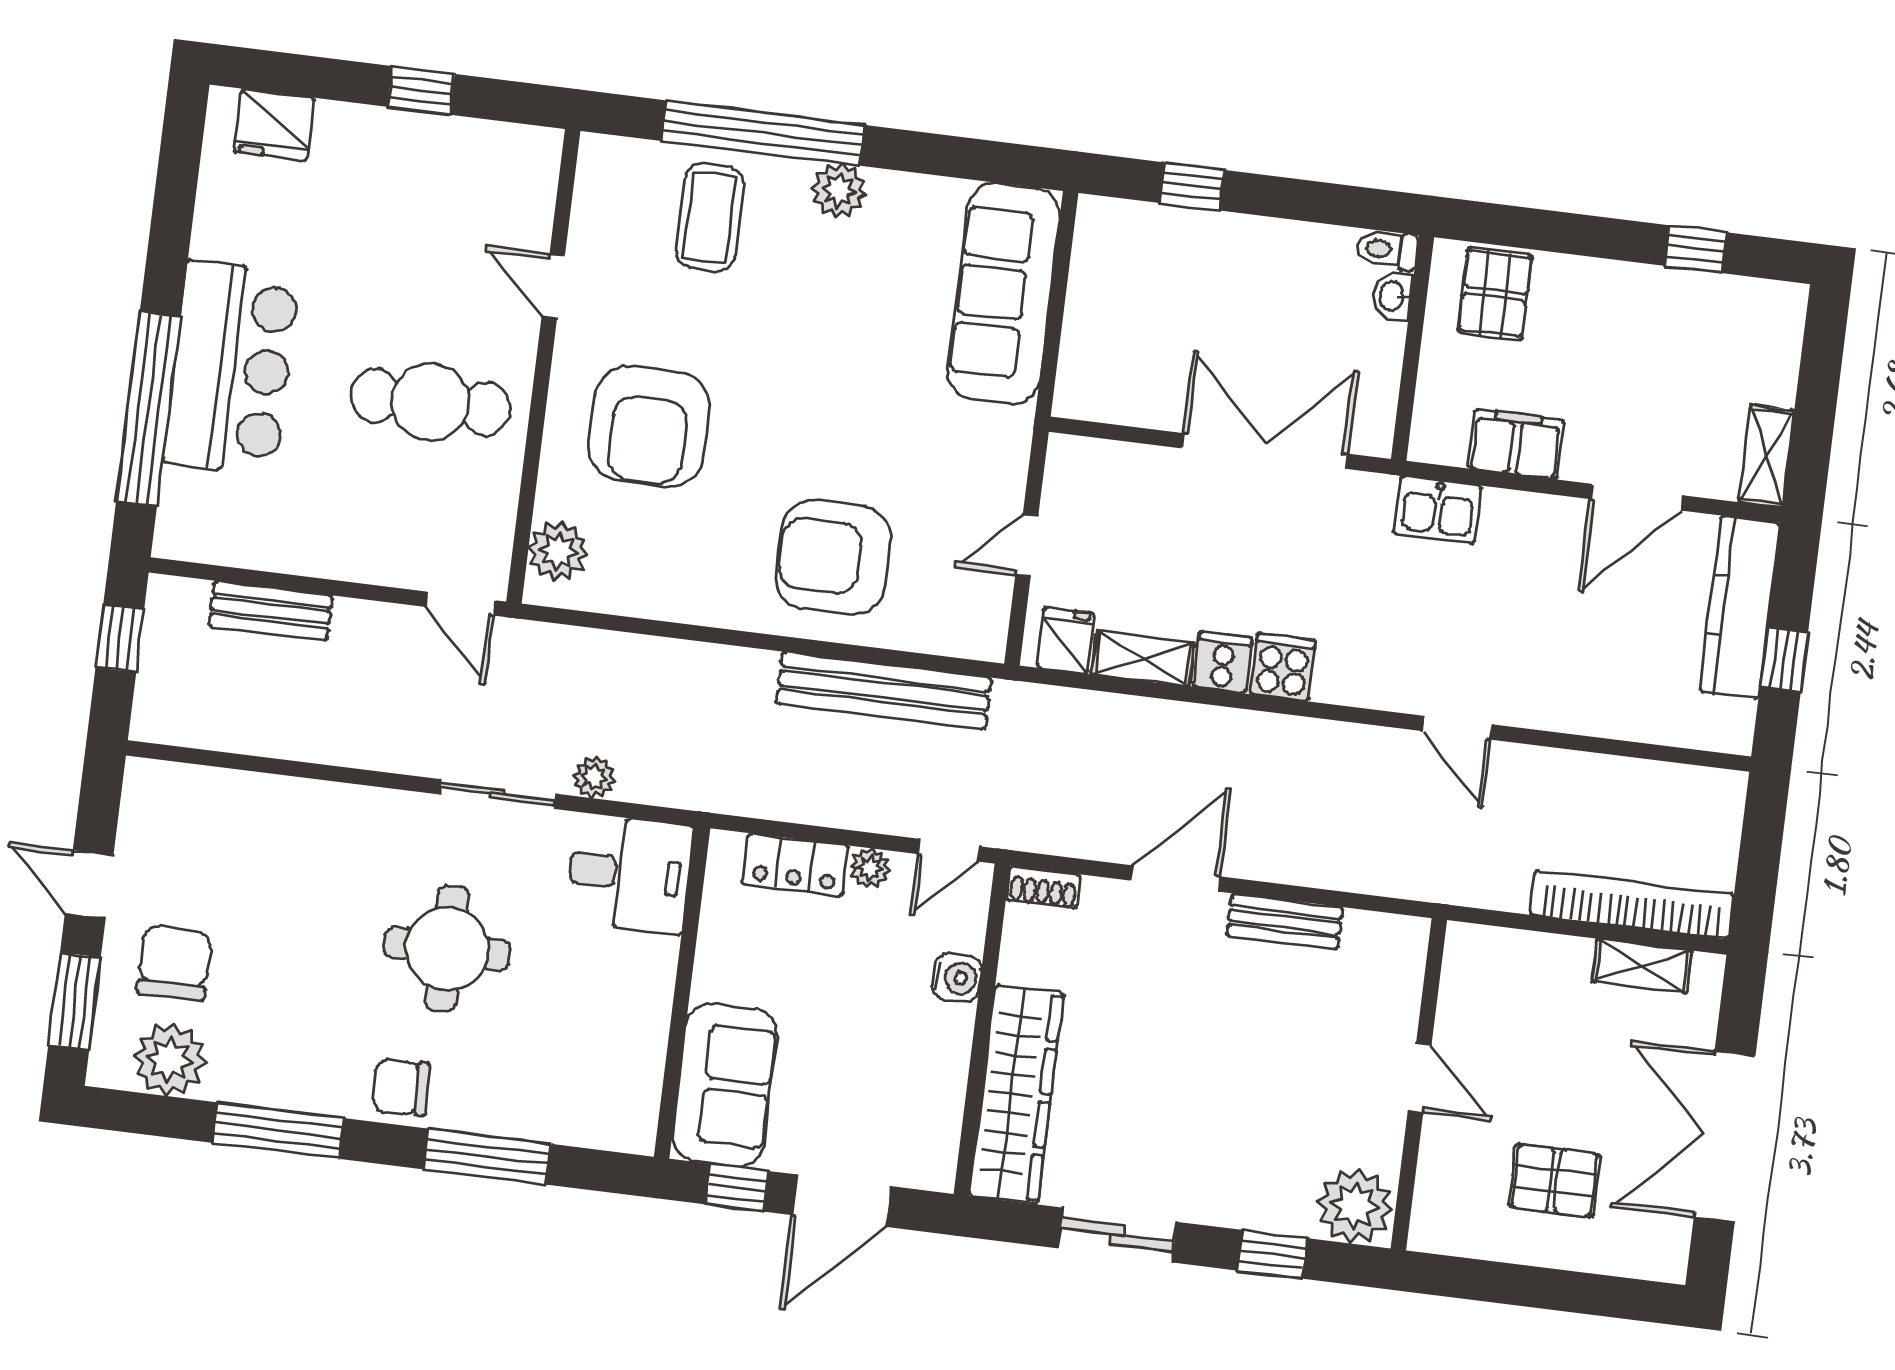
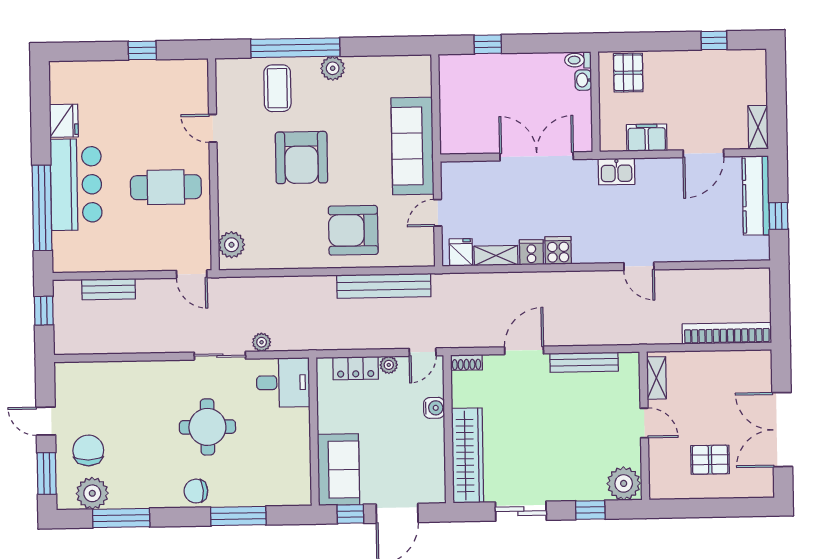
fridge: (274, 125) -> (64, 121), moved, turned -90
sofa: (1004, 293) -> (412, 146), moved
armchair: (649, 426) -> (301, 158), moved
bench: (1285, 921) -> (584, 362), width x1.36
shelving: (1642, 966) -> (656, 378), moved, turned 90
window: (278, 1131) -> (121, 518), moved

